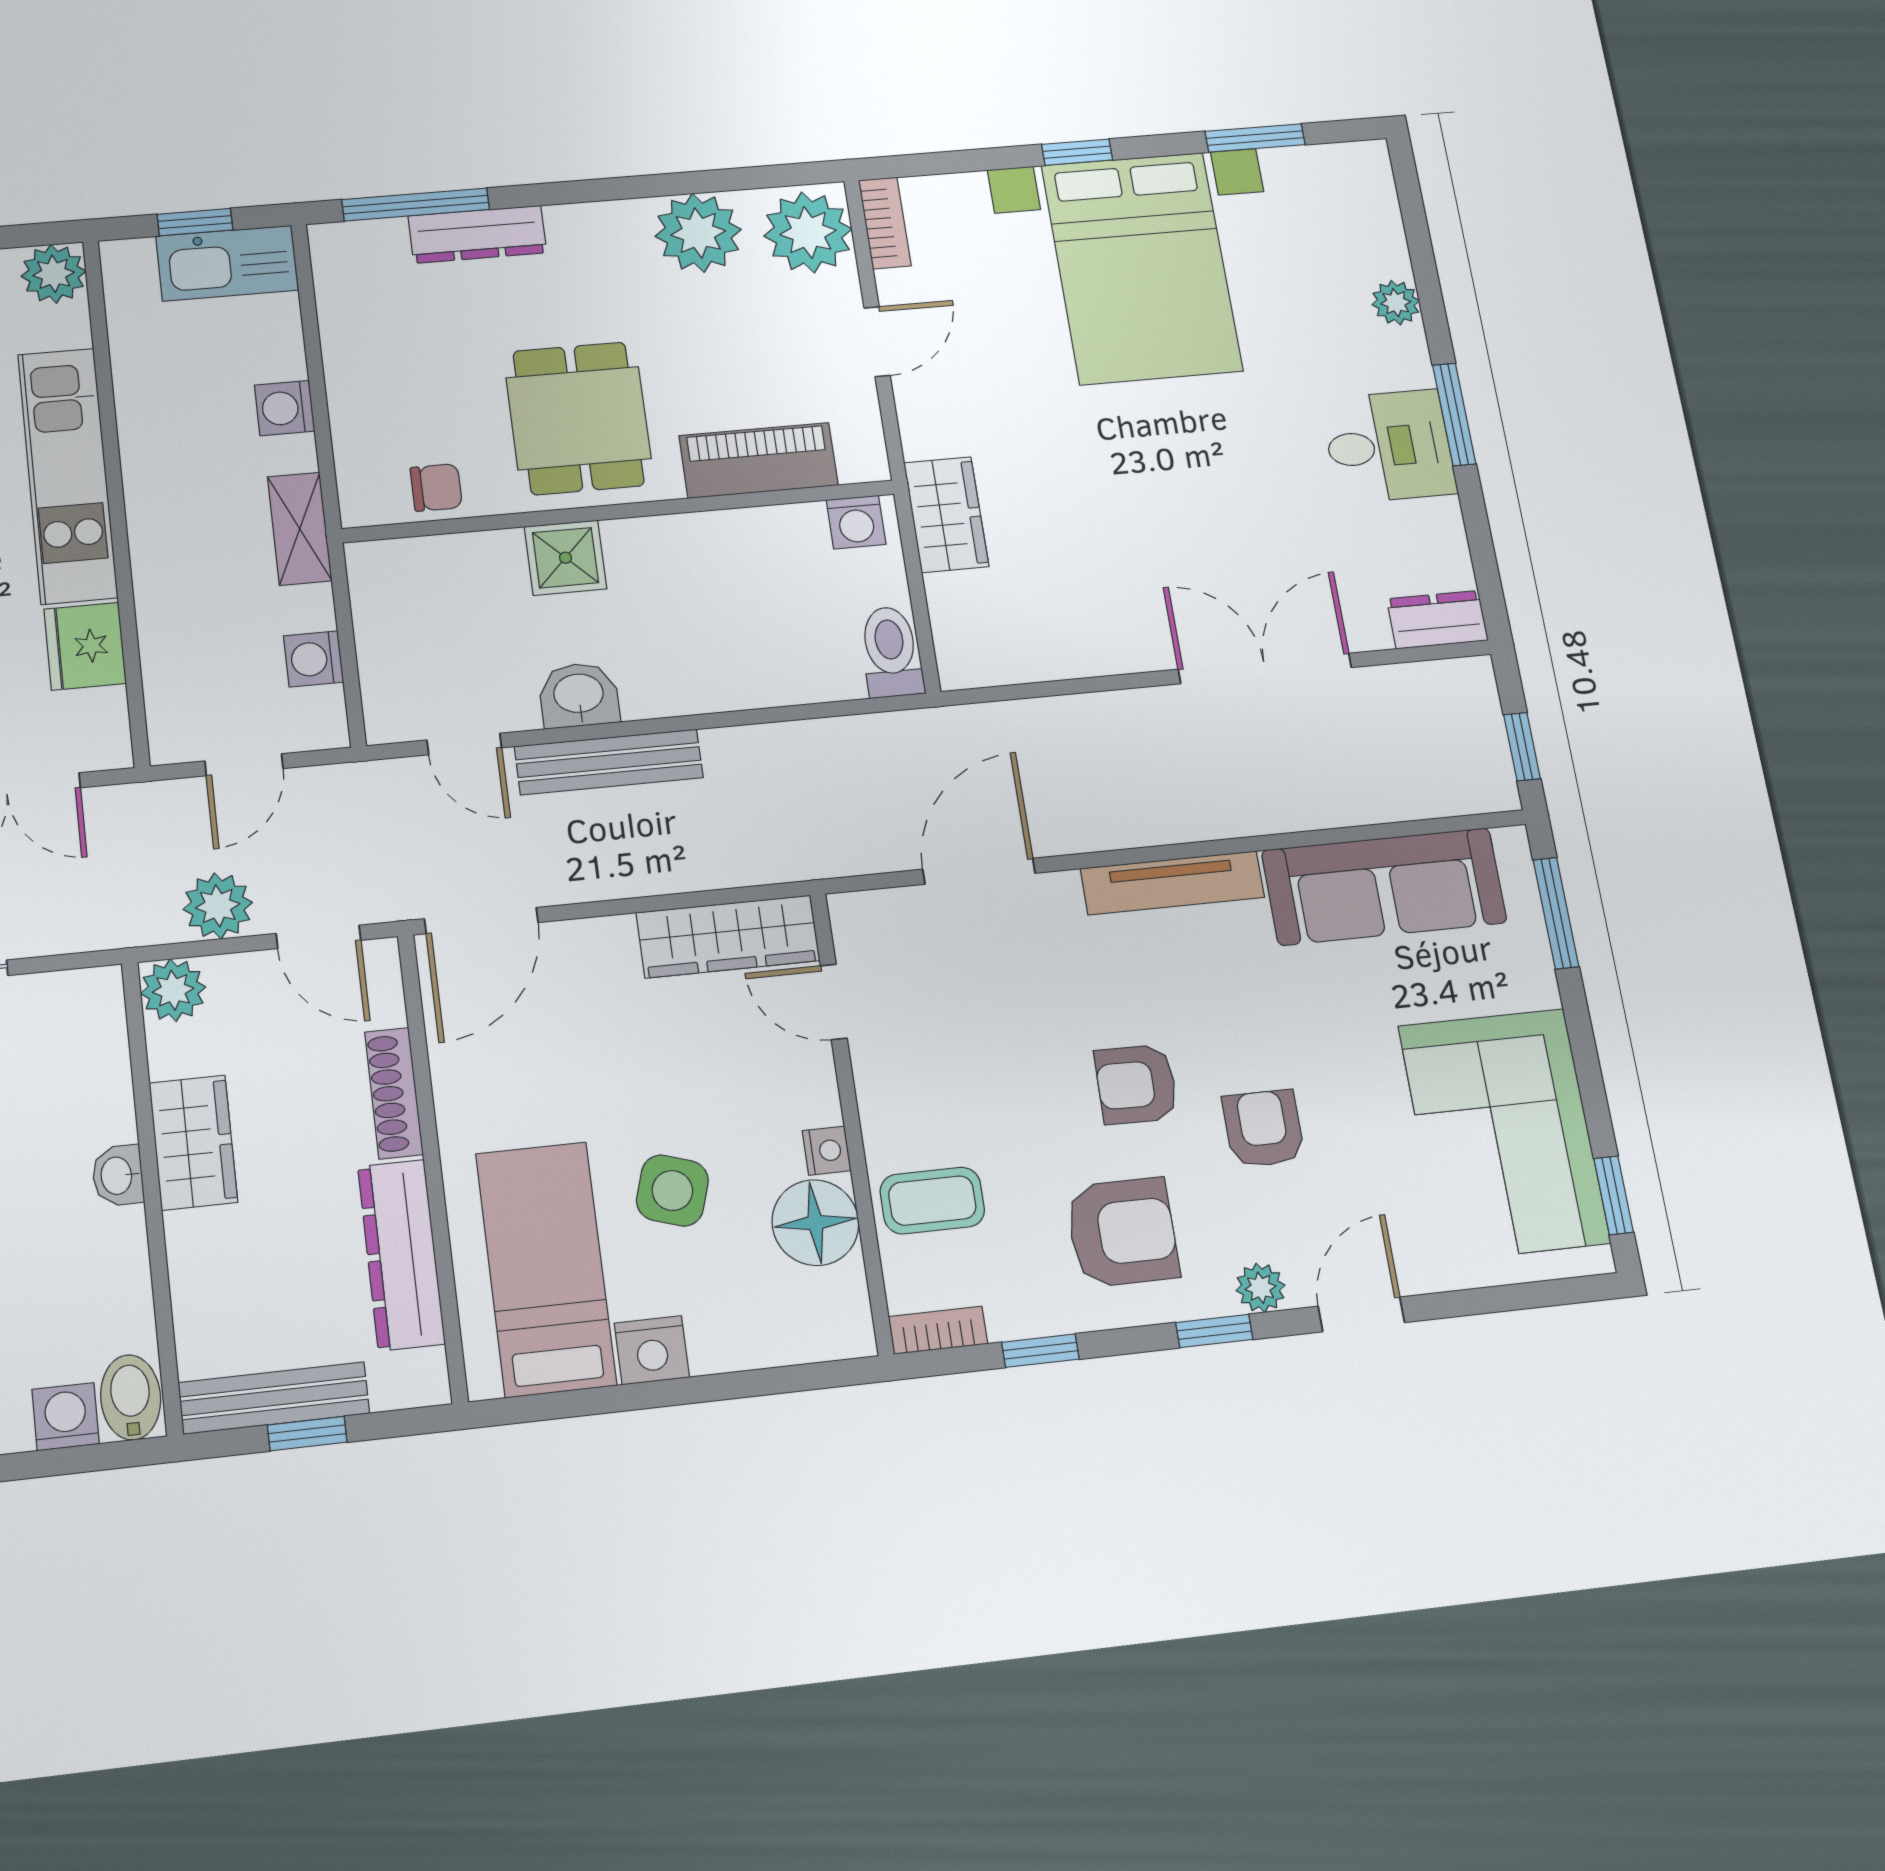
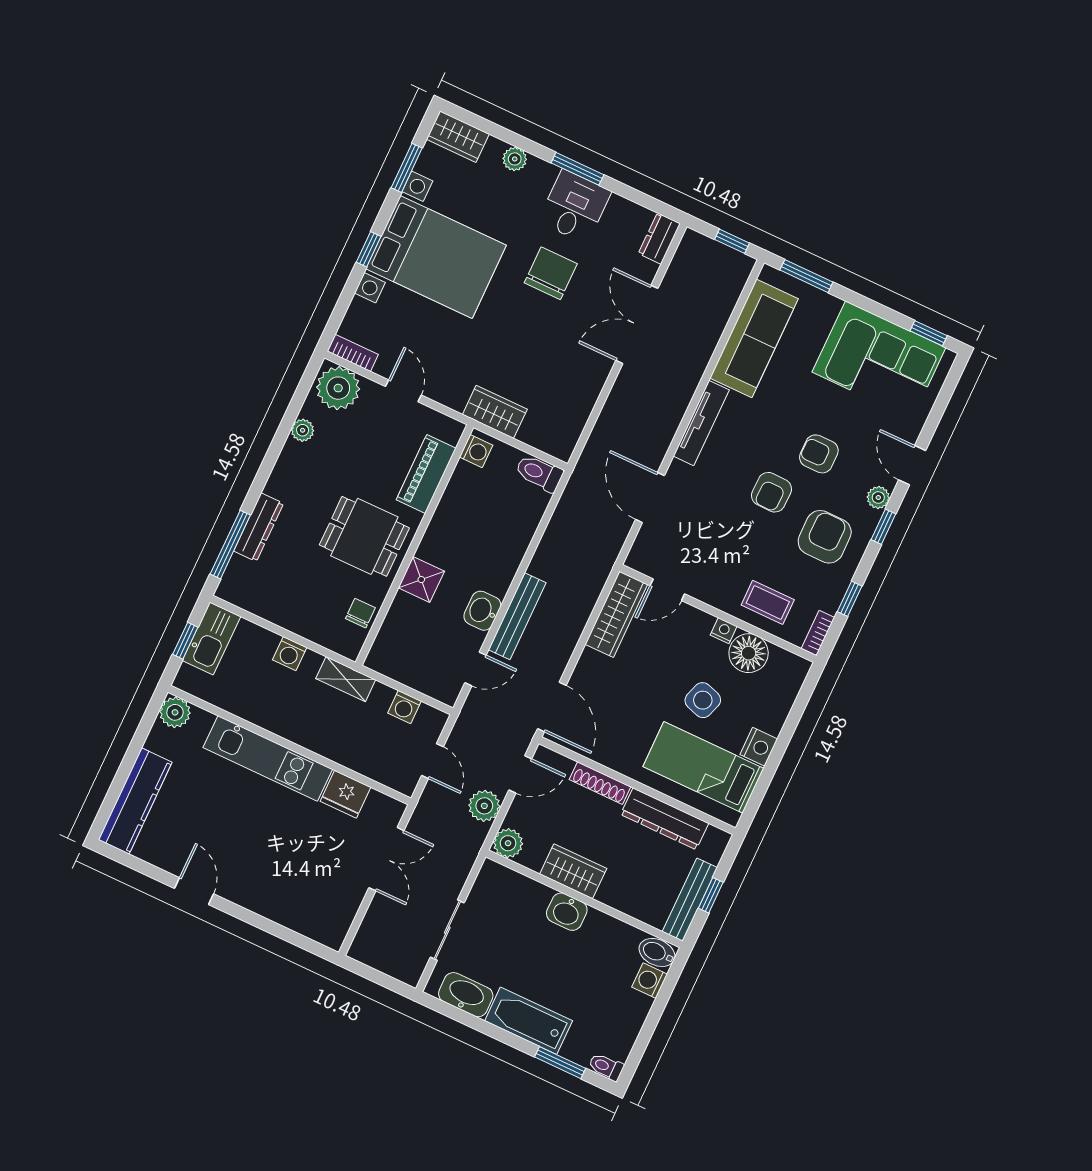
wardrobe: (1365, 191) -> (458, 137), added
plant: (698, 233) -> (303, 430), width x0.53, depth x0.53
chair: (1249, 472) -> (551, 273), added
washbasin: (118, 1176) -> (567, 912), width x1.38, depth x1.45
coffee table: (932, 1201) -> (768, 602), turned 90

